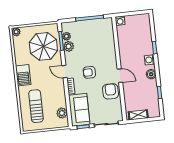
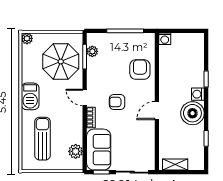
plant: (69, 46) -> (94, 65), removed
boiler: (151, 74) -> (192, 113), width x1.86, depth x1.86
door: (120, 76) -> (157, 111), swing flipped
armchair: (111, 91) -> (140, 69), moved

